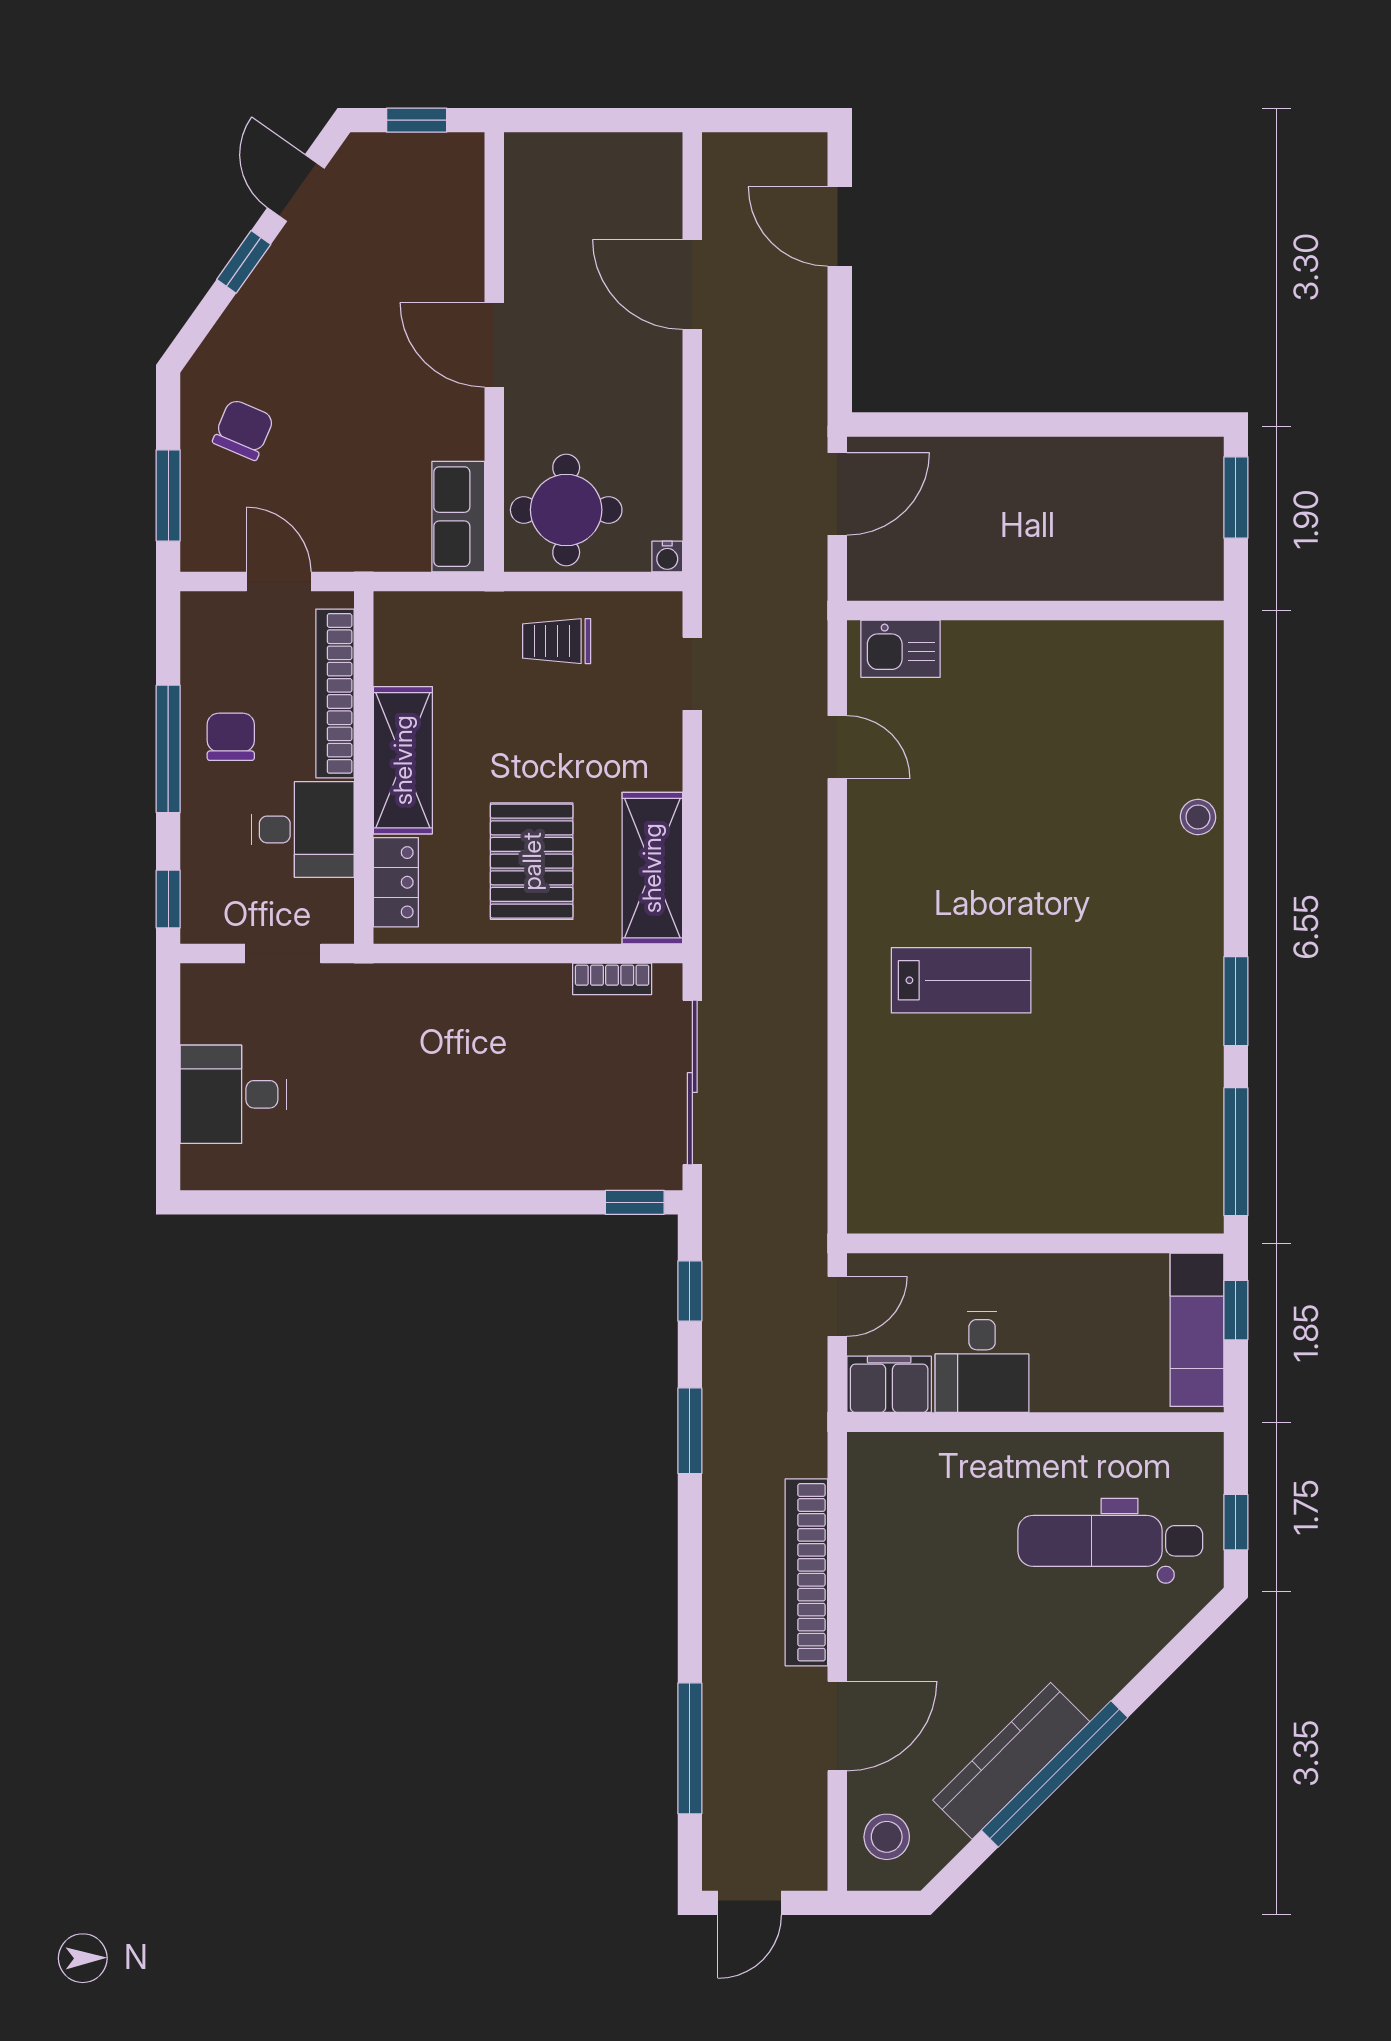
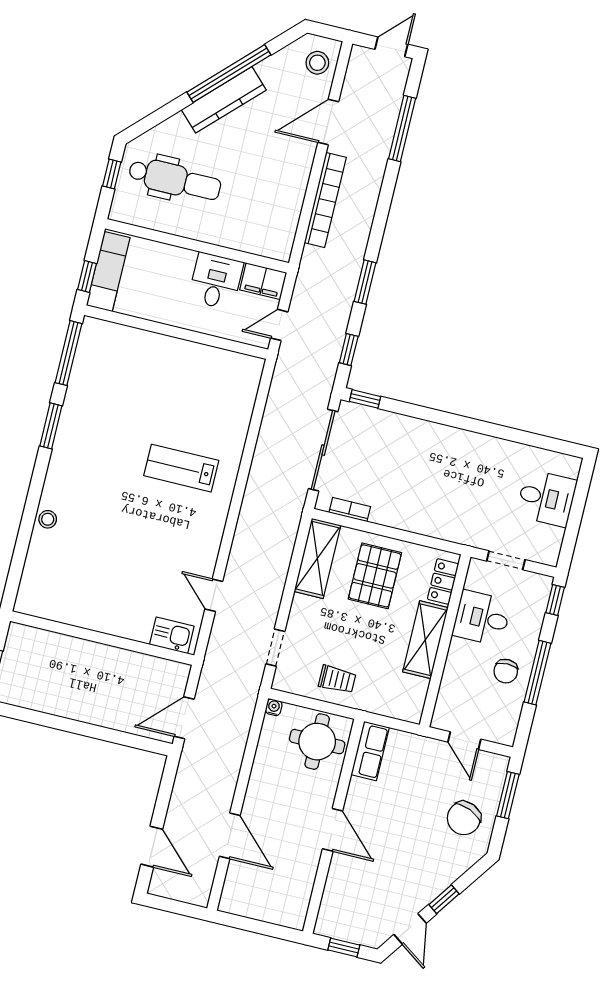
chair: (243, 430) -> (464, 818), width x1.37, depth x1.37
bookcase: (335, 693) -> (450, 680), removed
kitchen counter: (1011, 1761) -> (224, 100), moved

